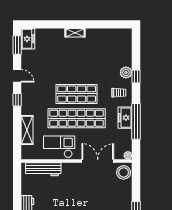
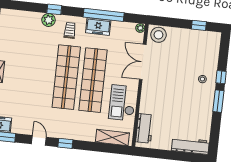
door: (17, 76) -> (39, 140), hinge flipped
shop shelf: (77, 94) -> (66, 77), width x1.40
shelving: (27, 130) -> (112, 137), moved
workbench: (43, 169) -> (145, 128), width x0.73

